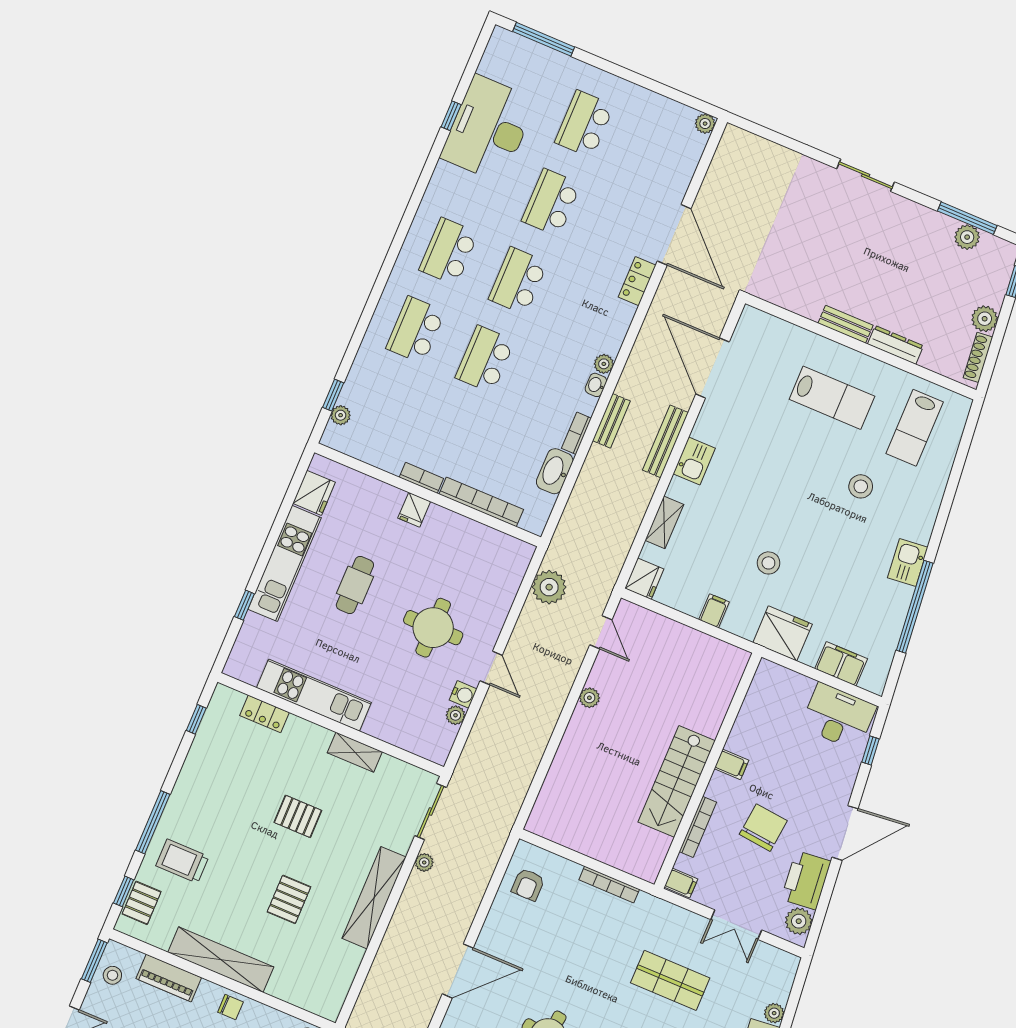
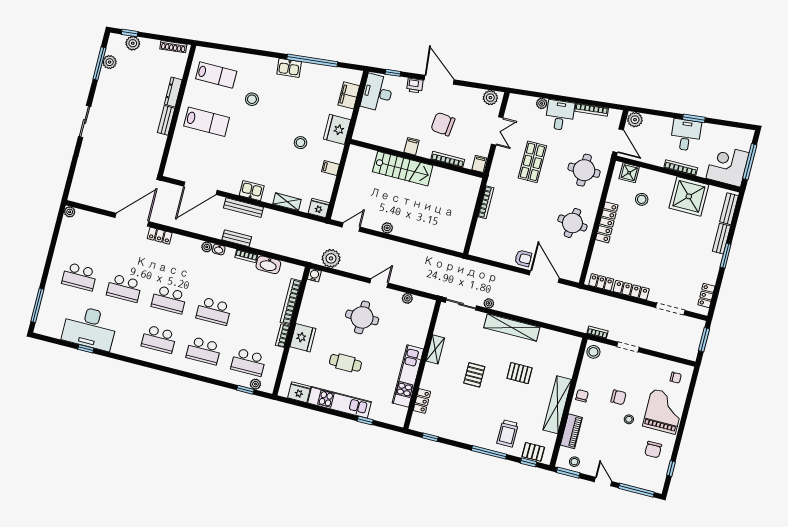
plant: (985, 319) -> (133, 43), moved
lab bench: (832, 398) -> (207, 122), turned 90
school desk: (382, 408) -> (248, 362), added
fridge: (414, 510) -> (303, 338), width x1.88, depth x1.34
water cooler: (463, 694) -> (314, 275), moved
stairs: (677, 781) -> (403, 169), moved
printer: (806, 880) -> (415, 86), moved, width x0.53, depth x0.68
armchair: (528, 885) -> (523, 258), moved

